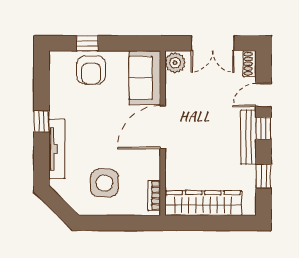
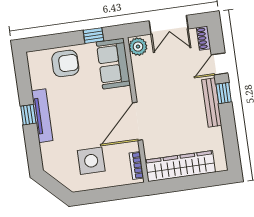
window: (87, 43) -> (93, 36), moved
armchair: (91, 70) -> (65, 63), turned -90
door: (163, 127) -> (137, 121), moved
tv unit: (57, 149) -> (42, 116), moved
window: (263, 176) -> (230, 135), removed

